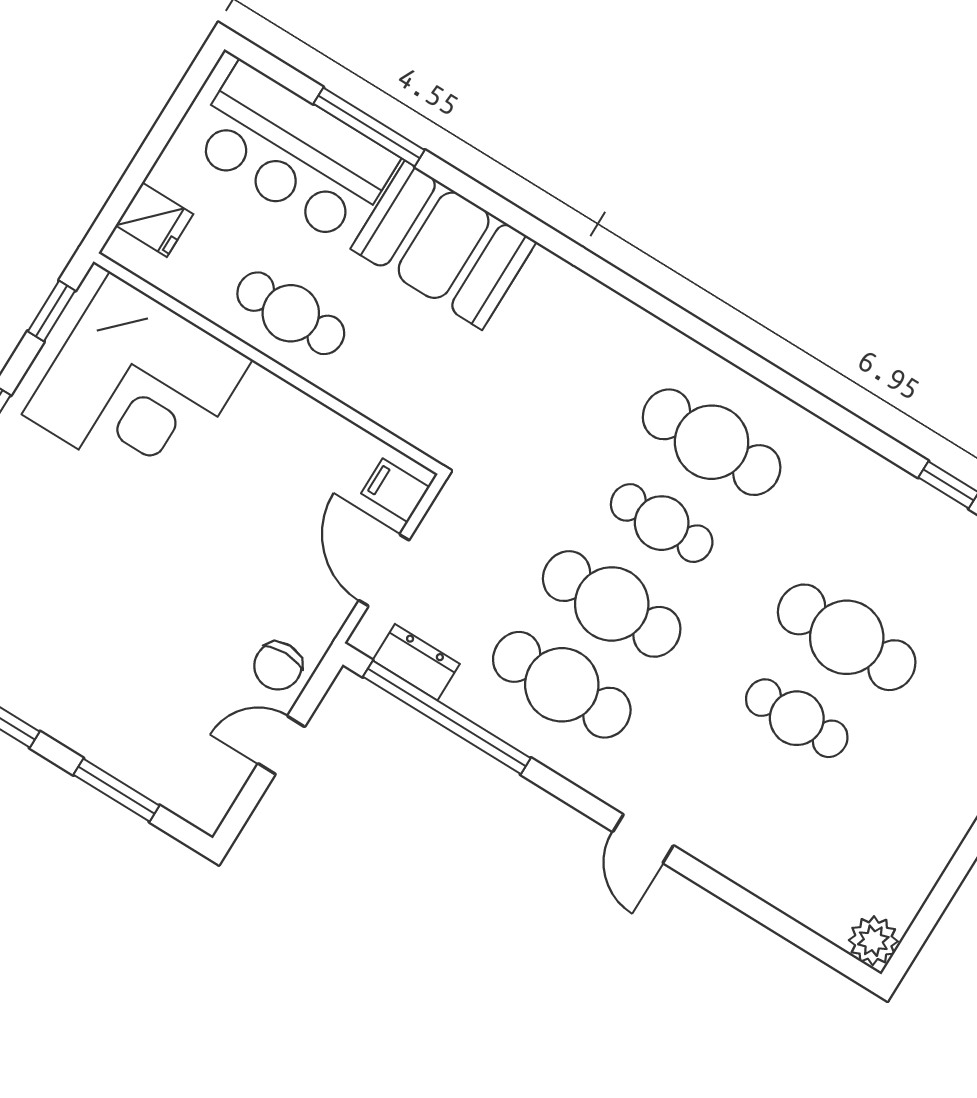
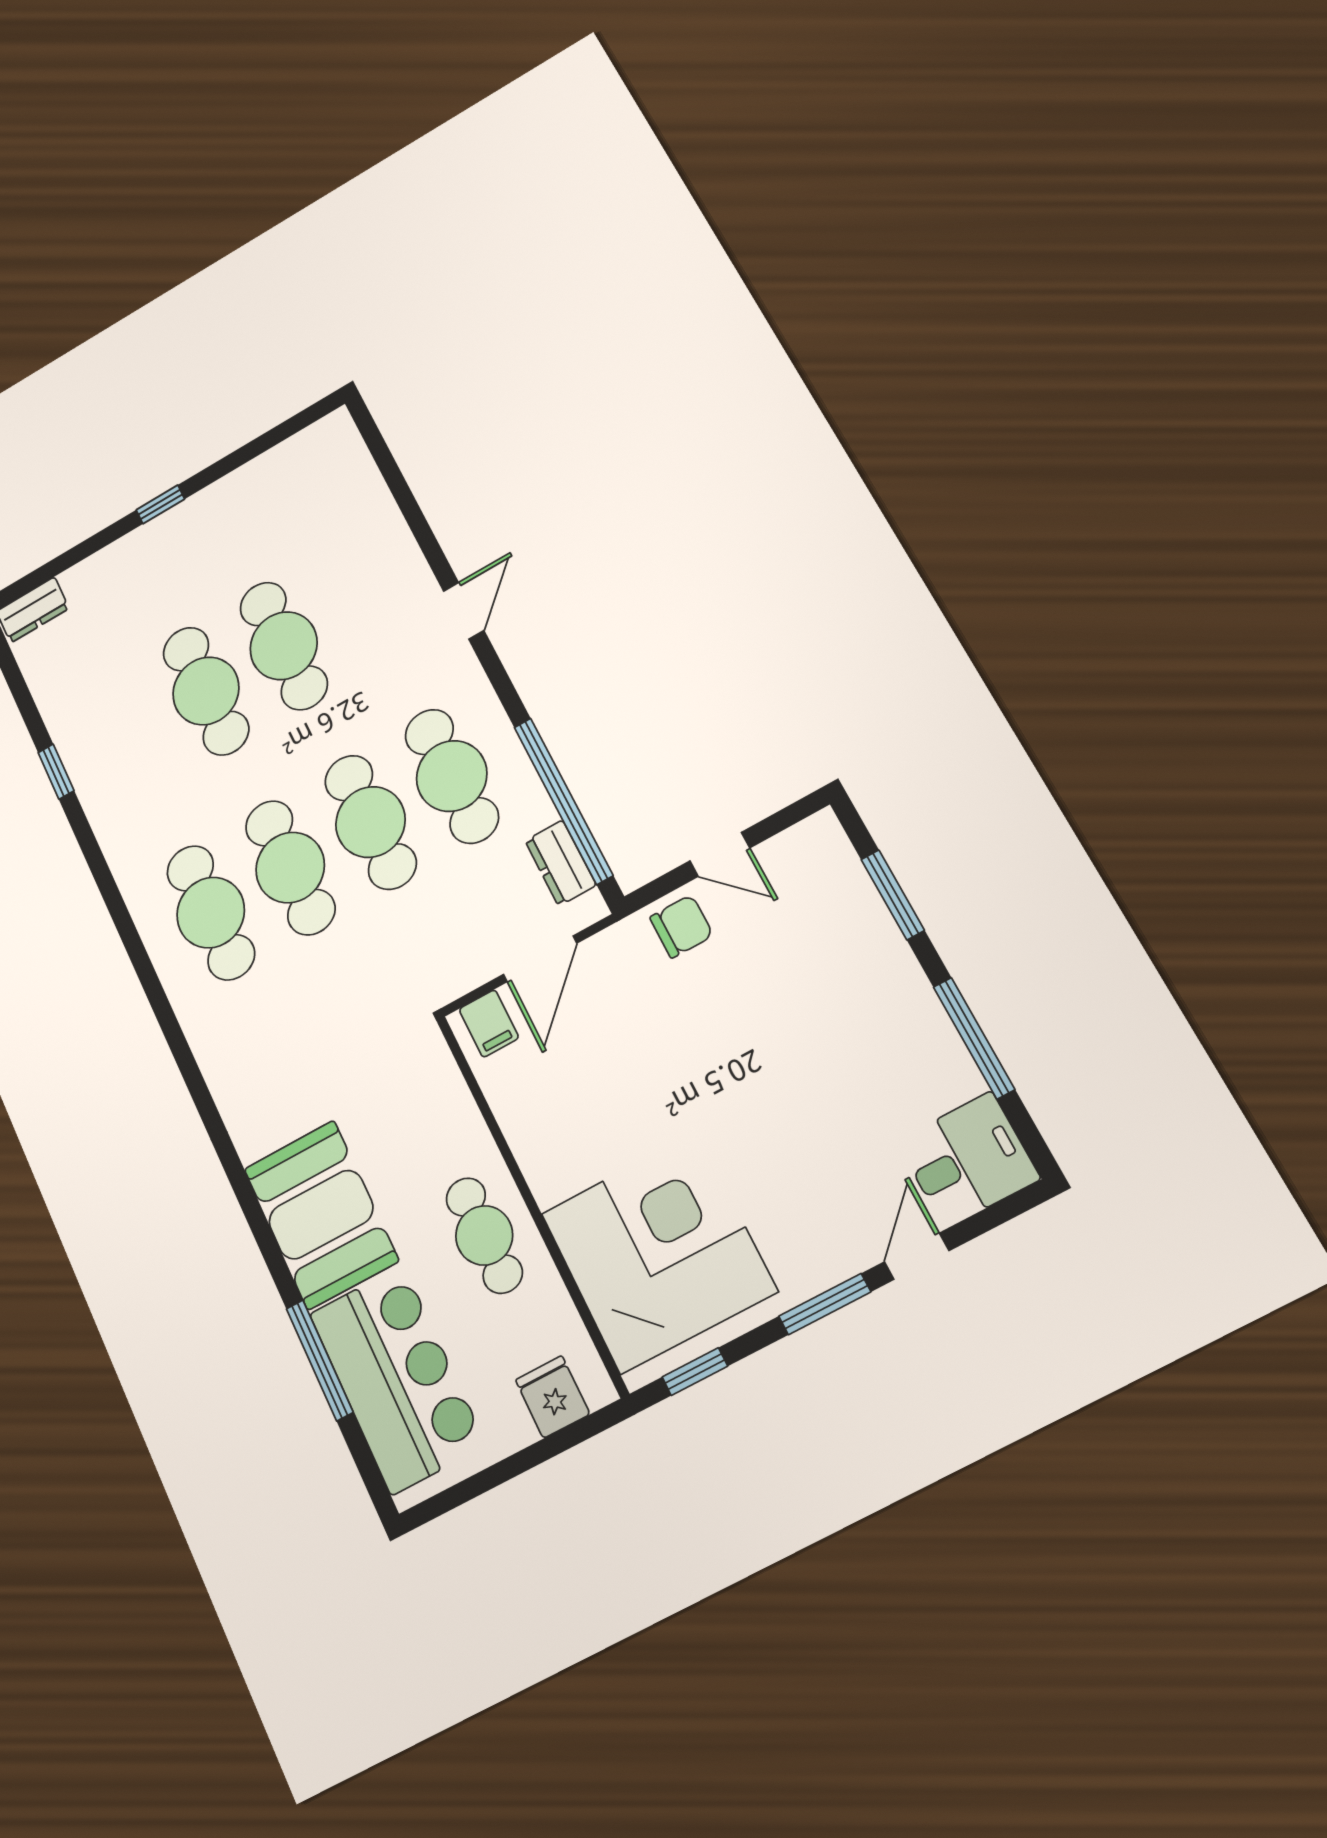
cafe table: (662, 523) -> (290, 868), width x1.37, depth x1.35
cafe table: (797, 718) -> (284, 646), width x1.37, depth x1.35
plant: (873, 941) -> (335, 434), removed

